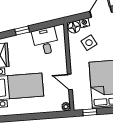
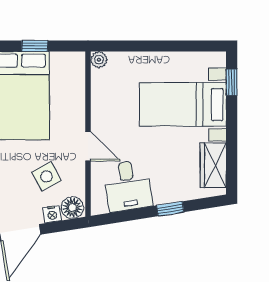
door: (70, 82) -> (88, 146), moved
window: (90, 112) -> (35, 46), moved

